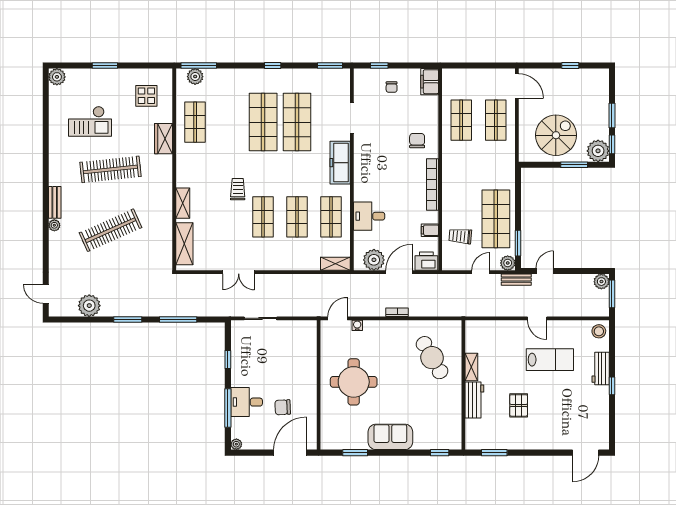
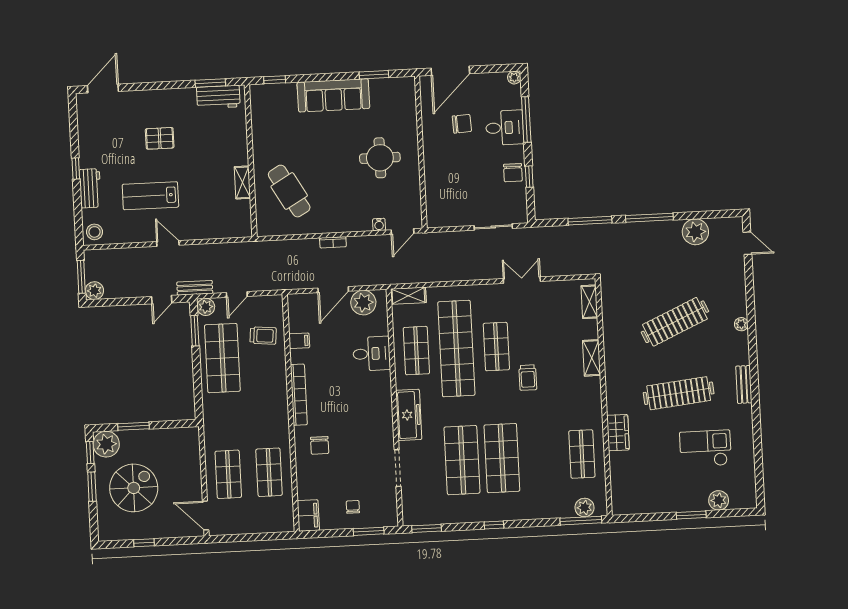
window: (379, 66) -> (369, 531), width x1.50
plant: (57, 77) -> (719, 500), moved
display table: (146, 96) -> (641, 482), removed
spiral stairs: (556, 135) -> (134, 488), moved, turned 180
bench: (55, 202) -> (744, 384), moved
shop shelf: (297, 217) -> (456, 349), width x2.00, depth x1.36
shelving: (184, 244) -> (589, 302), width x0.67, depth x0.75
printer: (426, 261) -> (302, 304), removed
window: (128, 320) -> (649, 218), width x1.44
chair: (241, 364) -> (513, 173), added
round table: (354, 382) -> (380, 158), width x0.73, depth x0.73
workbench: (474, 400) -> (218, 97), moved, turned -90
pallet: (519, 405) -> (160, 138), moved, turned 90
sofa: (390, 437) -> (333, 95), width x1.36

